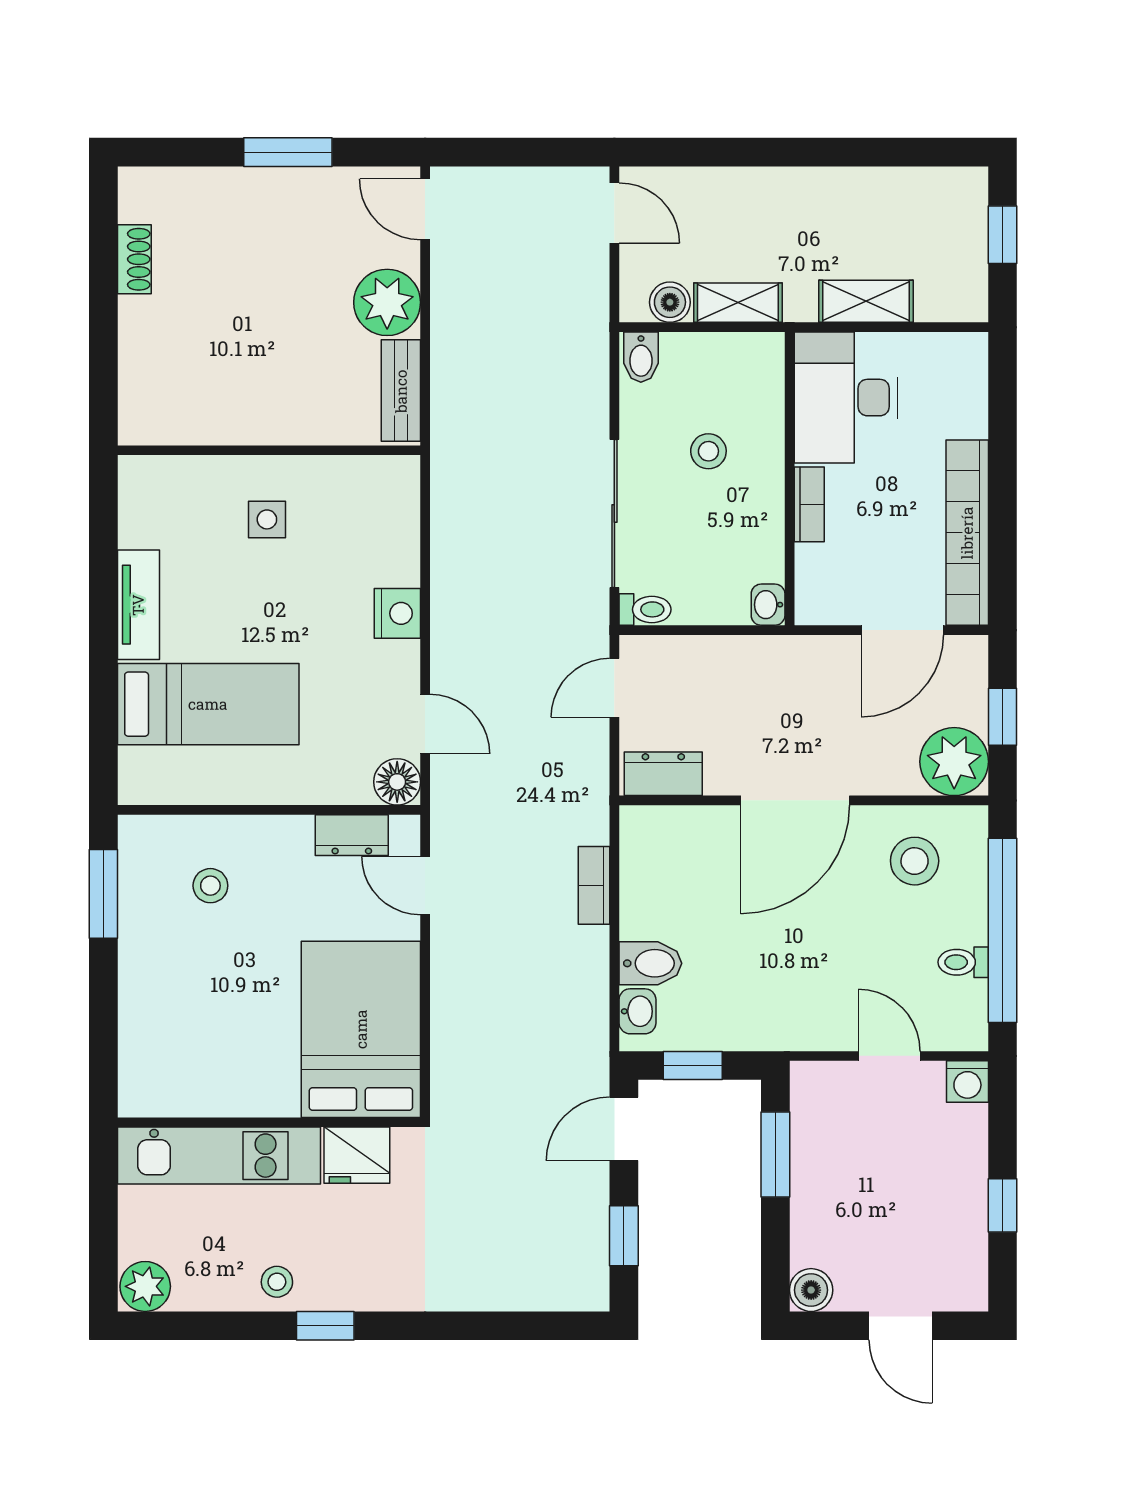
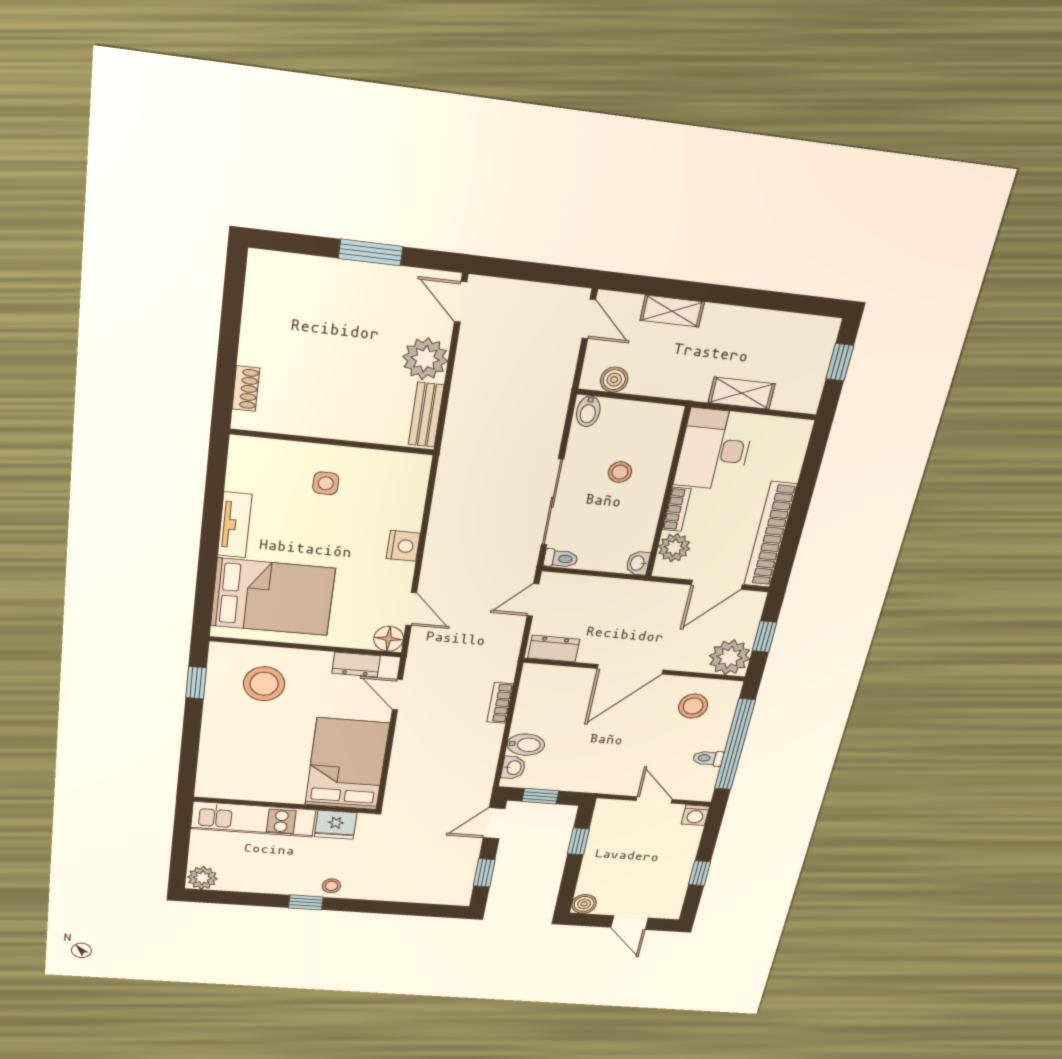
shoe rack: (134, 259) -> (246, 389), moved
shelving: (738, 303) -> (672, 311), moved
plant: (820, 571) -> (674, 548), added
bed: (208, 704) -> (273, 597), width x1.50
stool: (210, 886) -> (264, 684), width x1.89, depth x1.89
window: (103, 894) -> (196, 683), width x0.67
window: (775, 1155) -> (578, 841), width x0.67
stool: (277, 1282) -> (331, 886), moved

